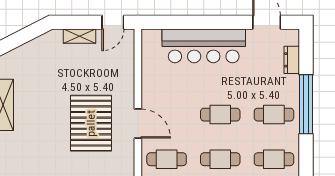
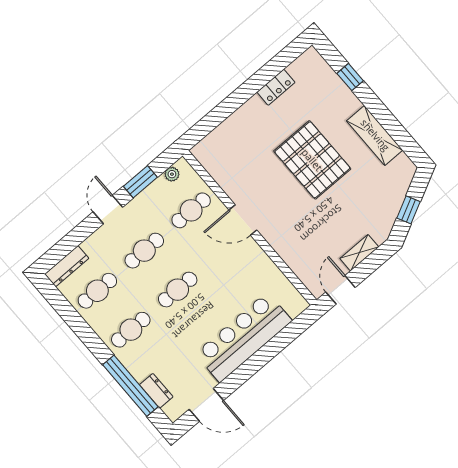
window: (23, 36) -> (409, 210), added
window: (306, 104) -> (130, 386), moved
pallet: (91, 123) -> (312, 160), moved

